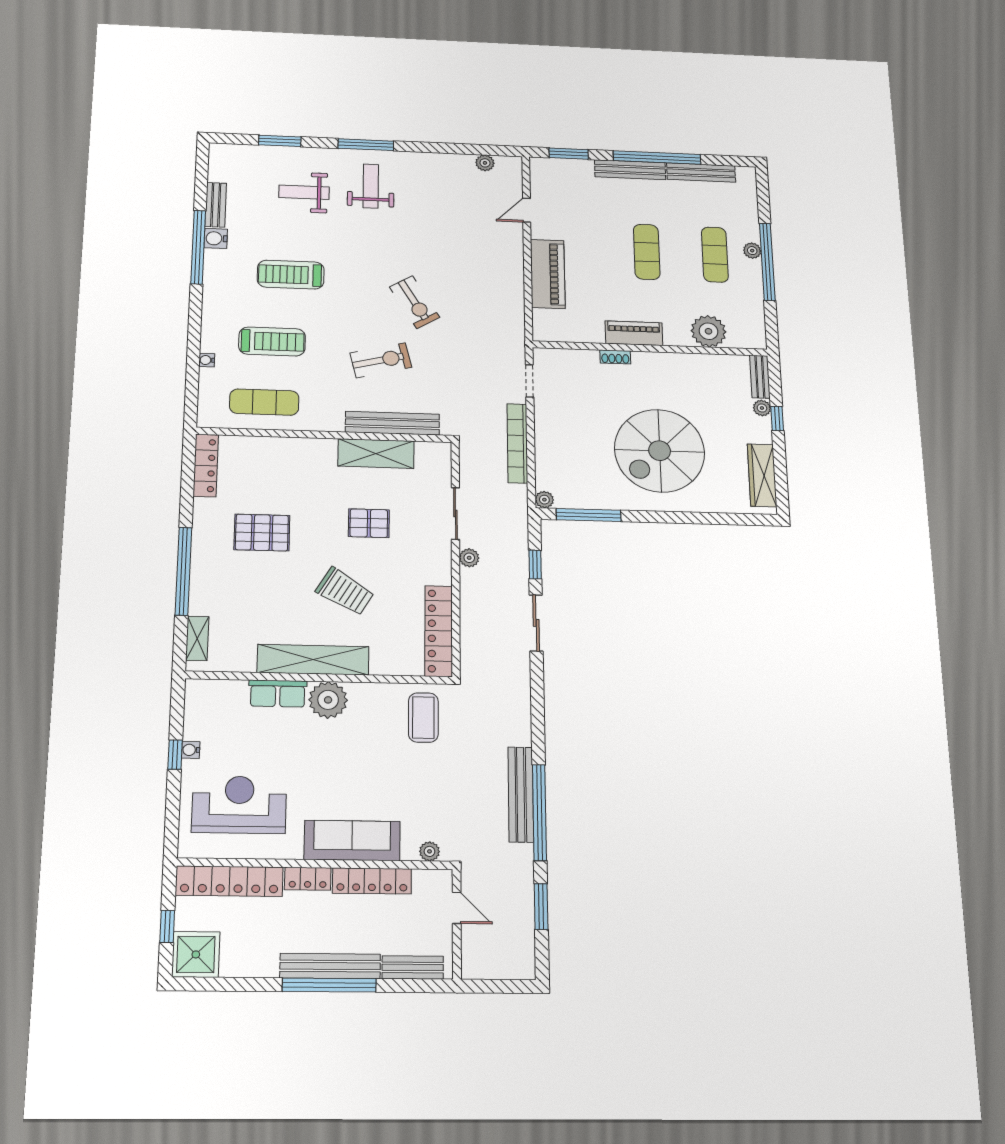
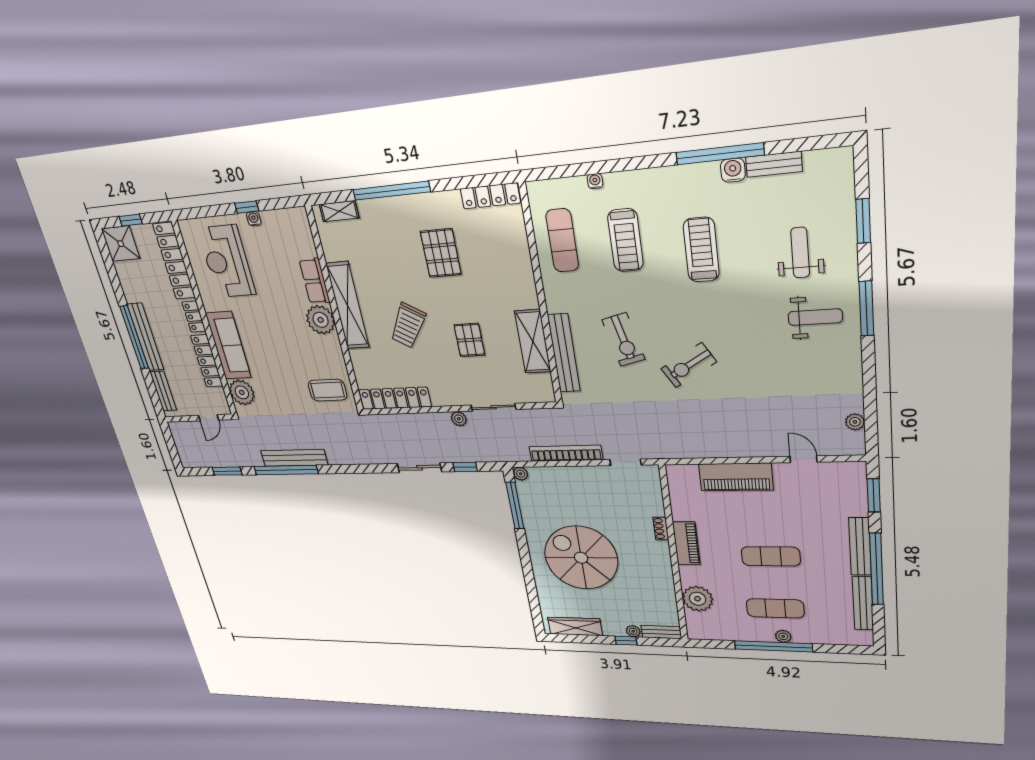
reception desk: (239, 805) -> (227, 262), turned 180
plant: (429, 851) -> (242, 392), width x1.87, depth x1.87

